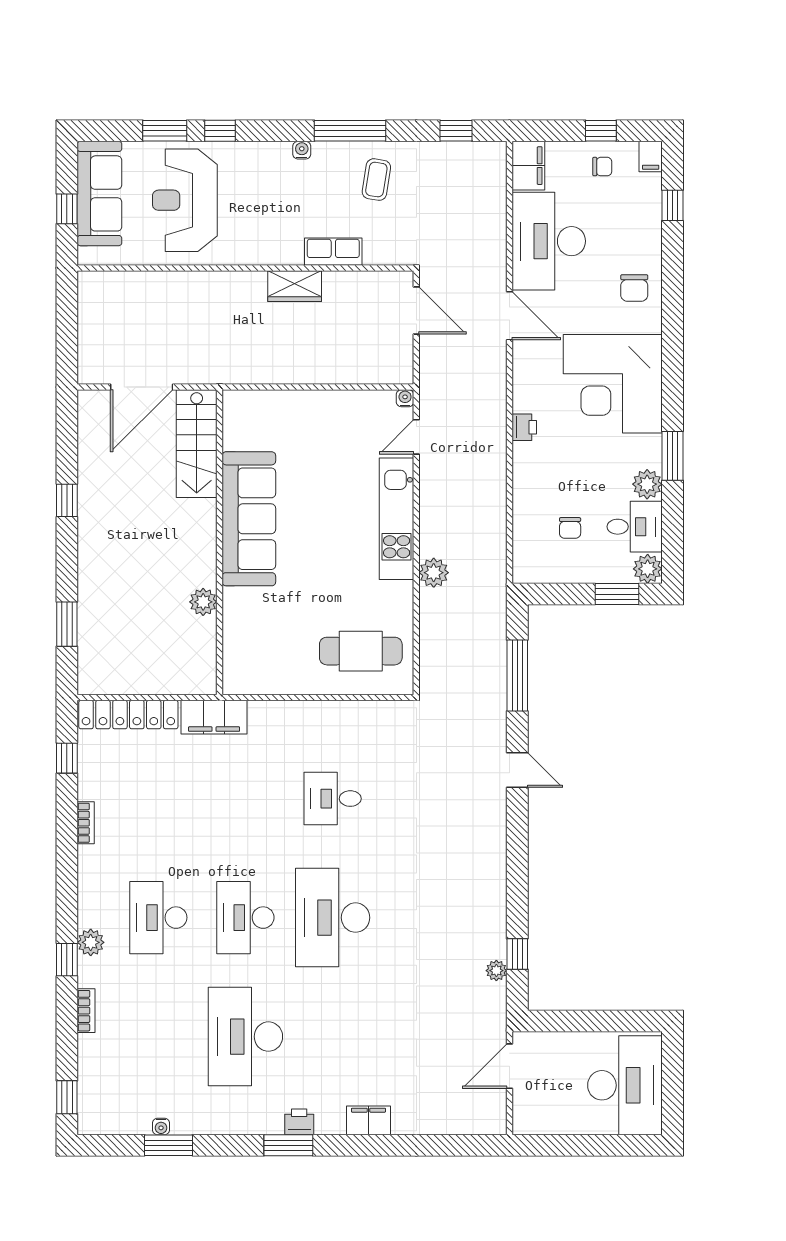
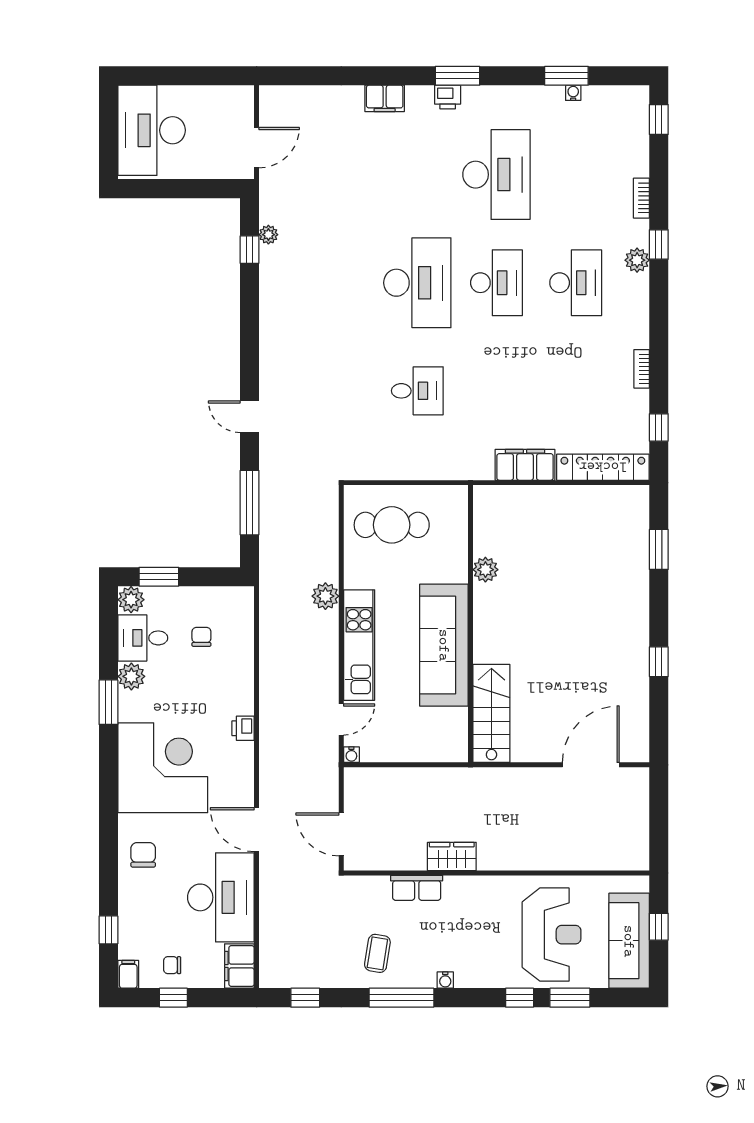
stairs: (197, 444) -> (491, 713), moved
sofa: (249, 519) -> (444, 645), moved
wall: (220, 542) -> (471, 624), moved
plant: (203, 602) -> (485, 570), moved

